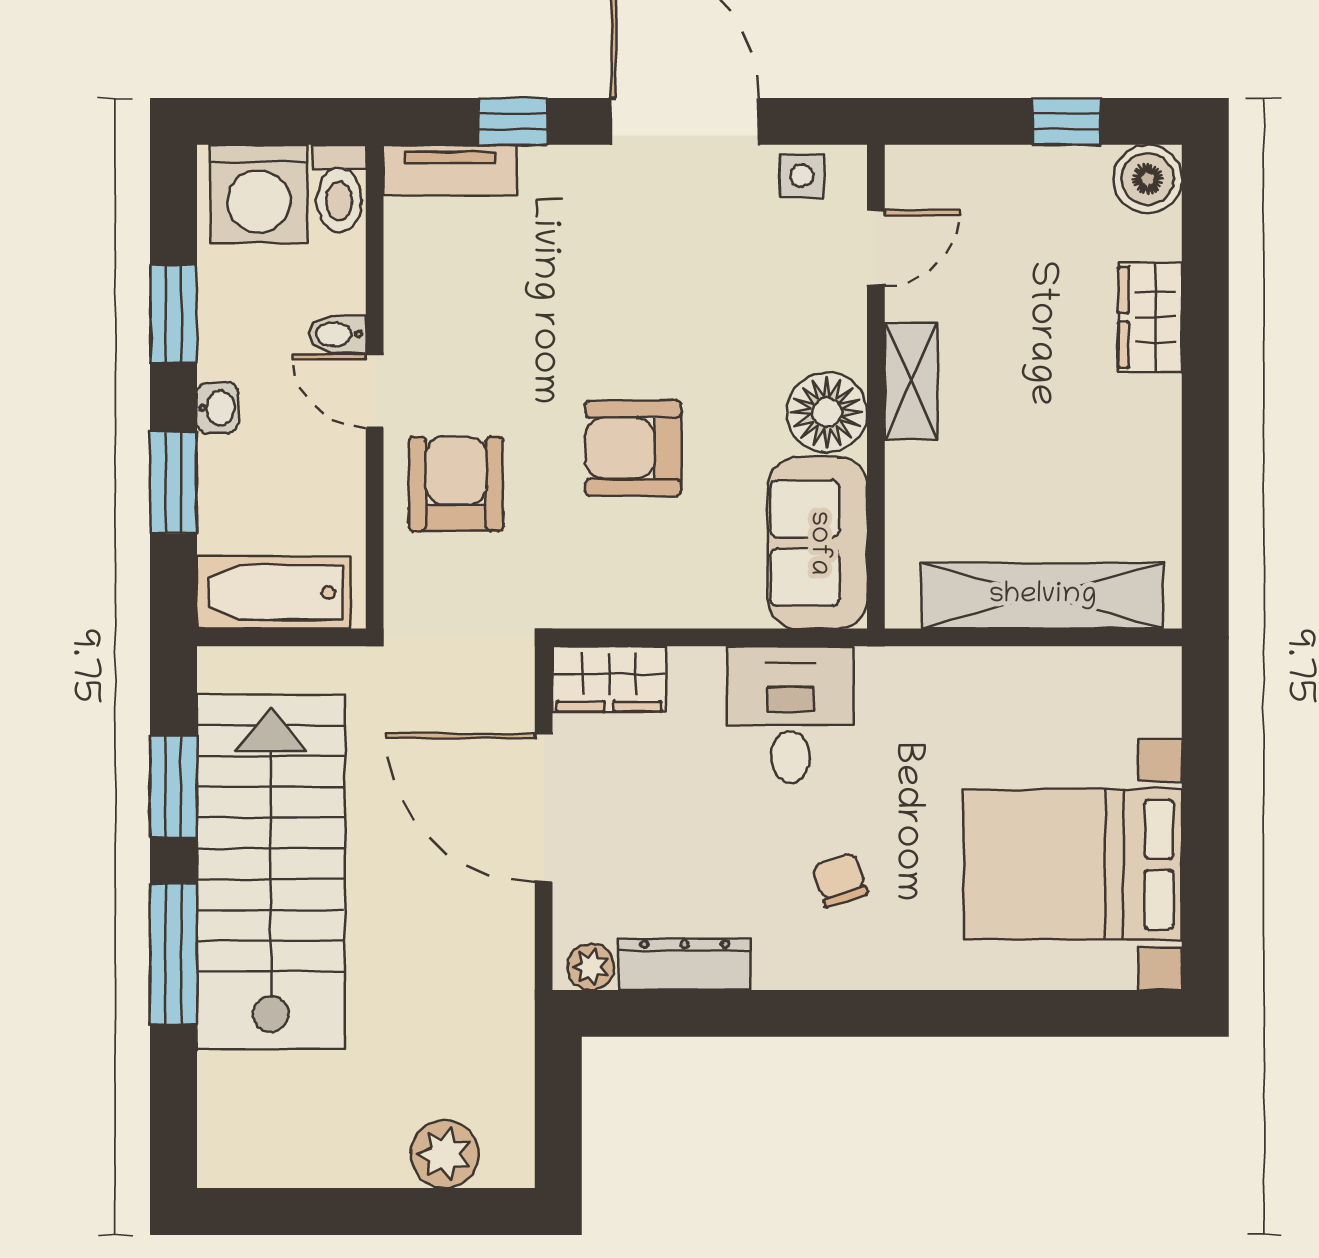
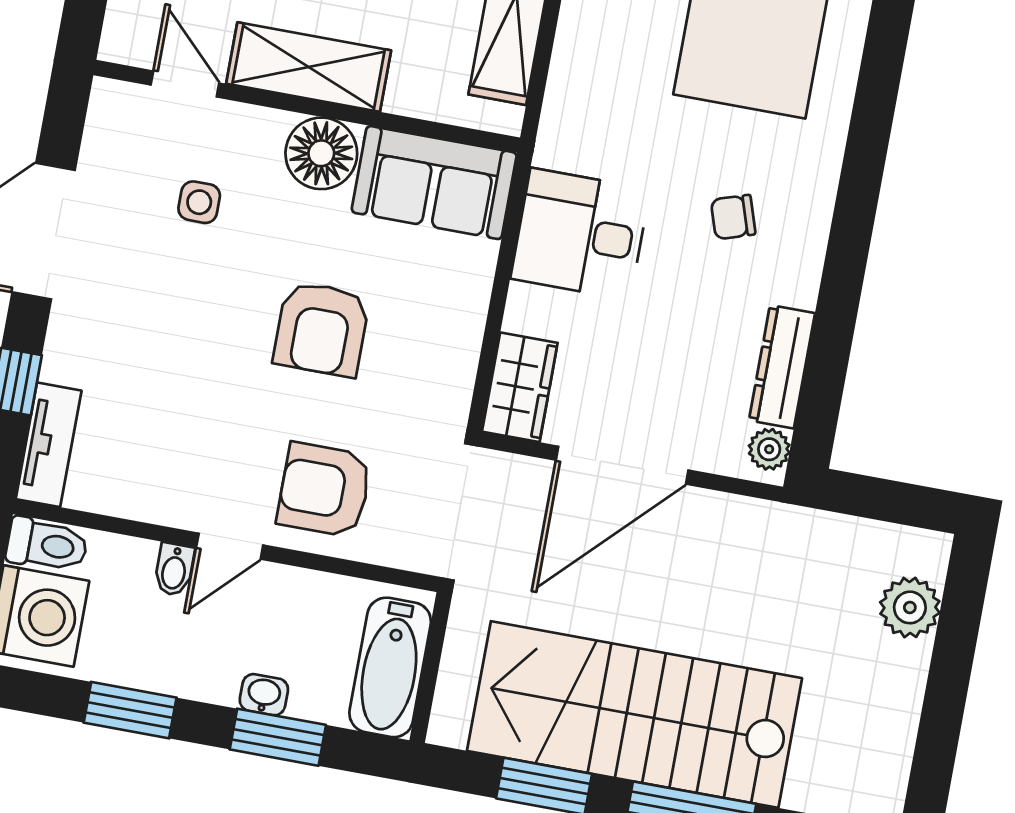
side table: (802, 176) -> (199, 202), moved
shelving: (911, 381) -> (309, 67), width x1.50, depth x1.33
washbasin: (218, 408) -> (264, 695), moved

